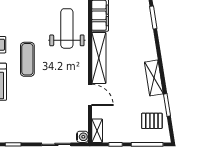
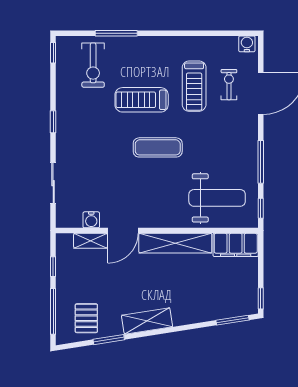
exercise mat: (27, 59) -> (158, 147), moved
shelving: (97, 131) -> (91, 241), moved
water cooler: (82, 137) -> (91, 220), moved

